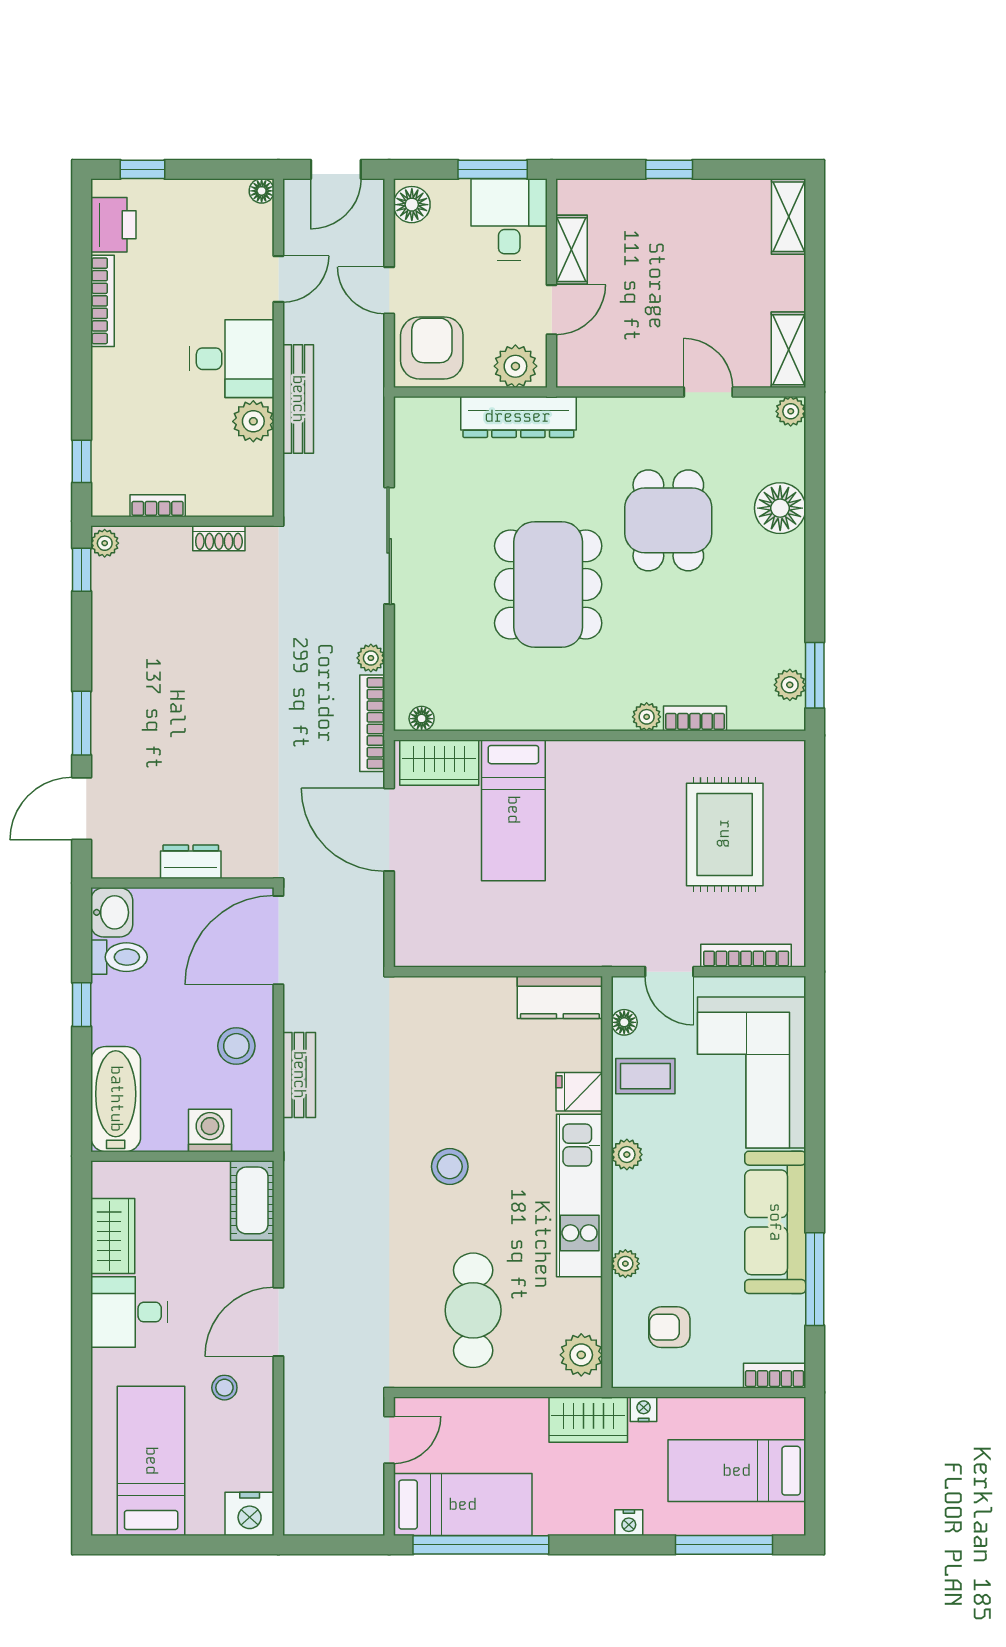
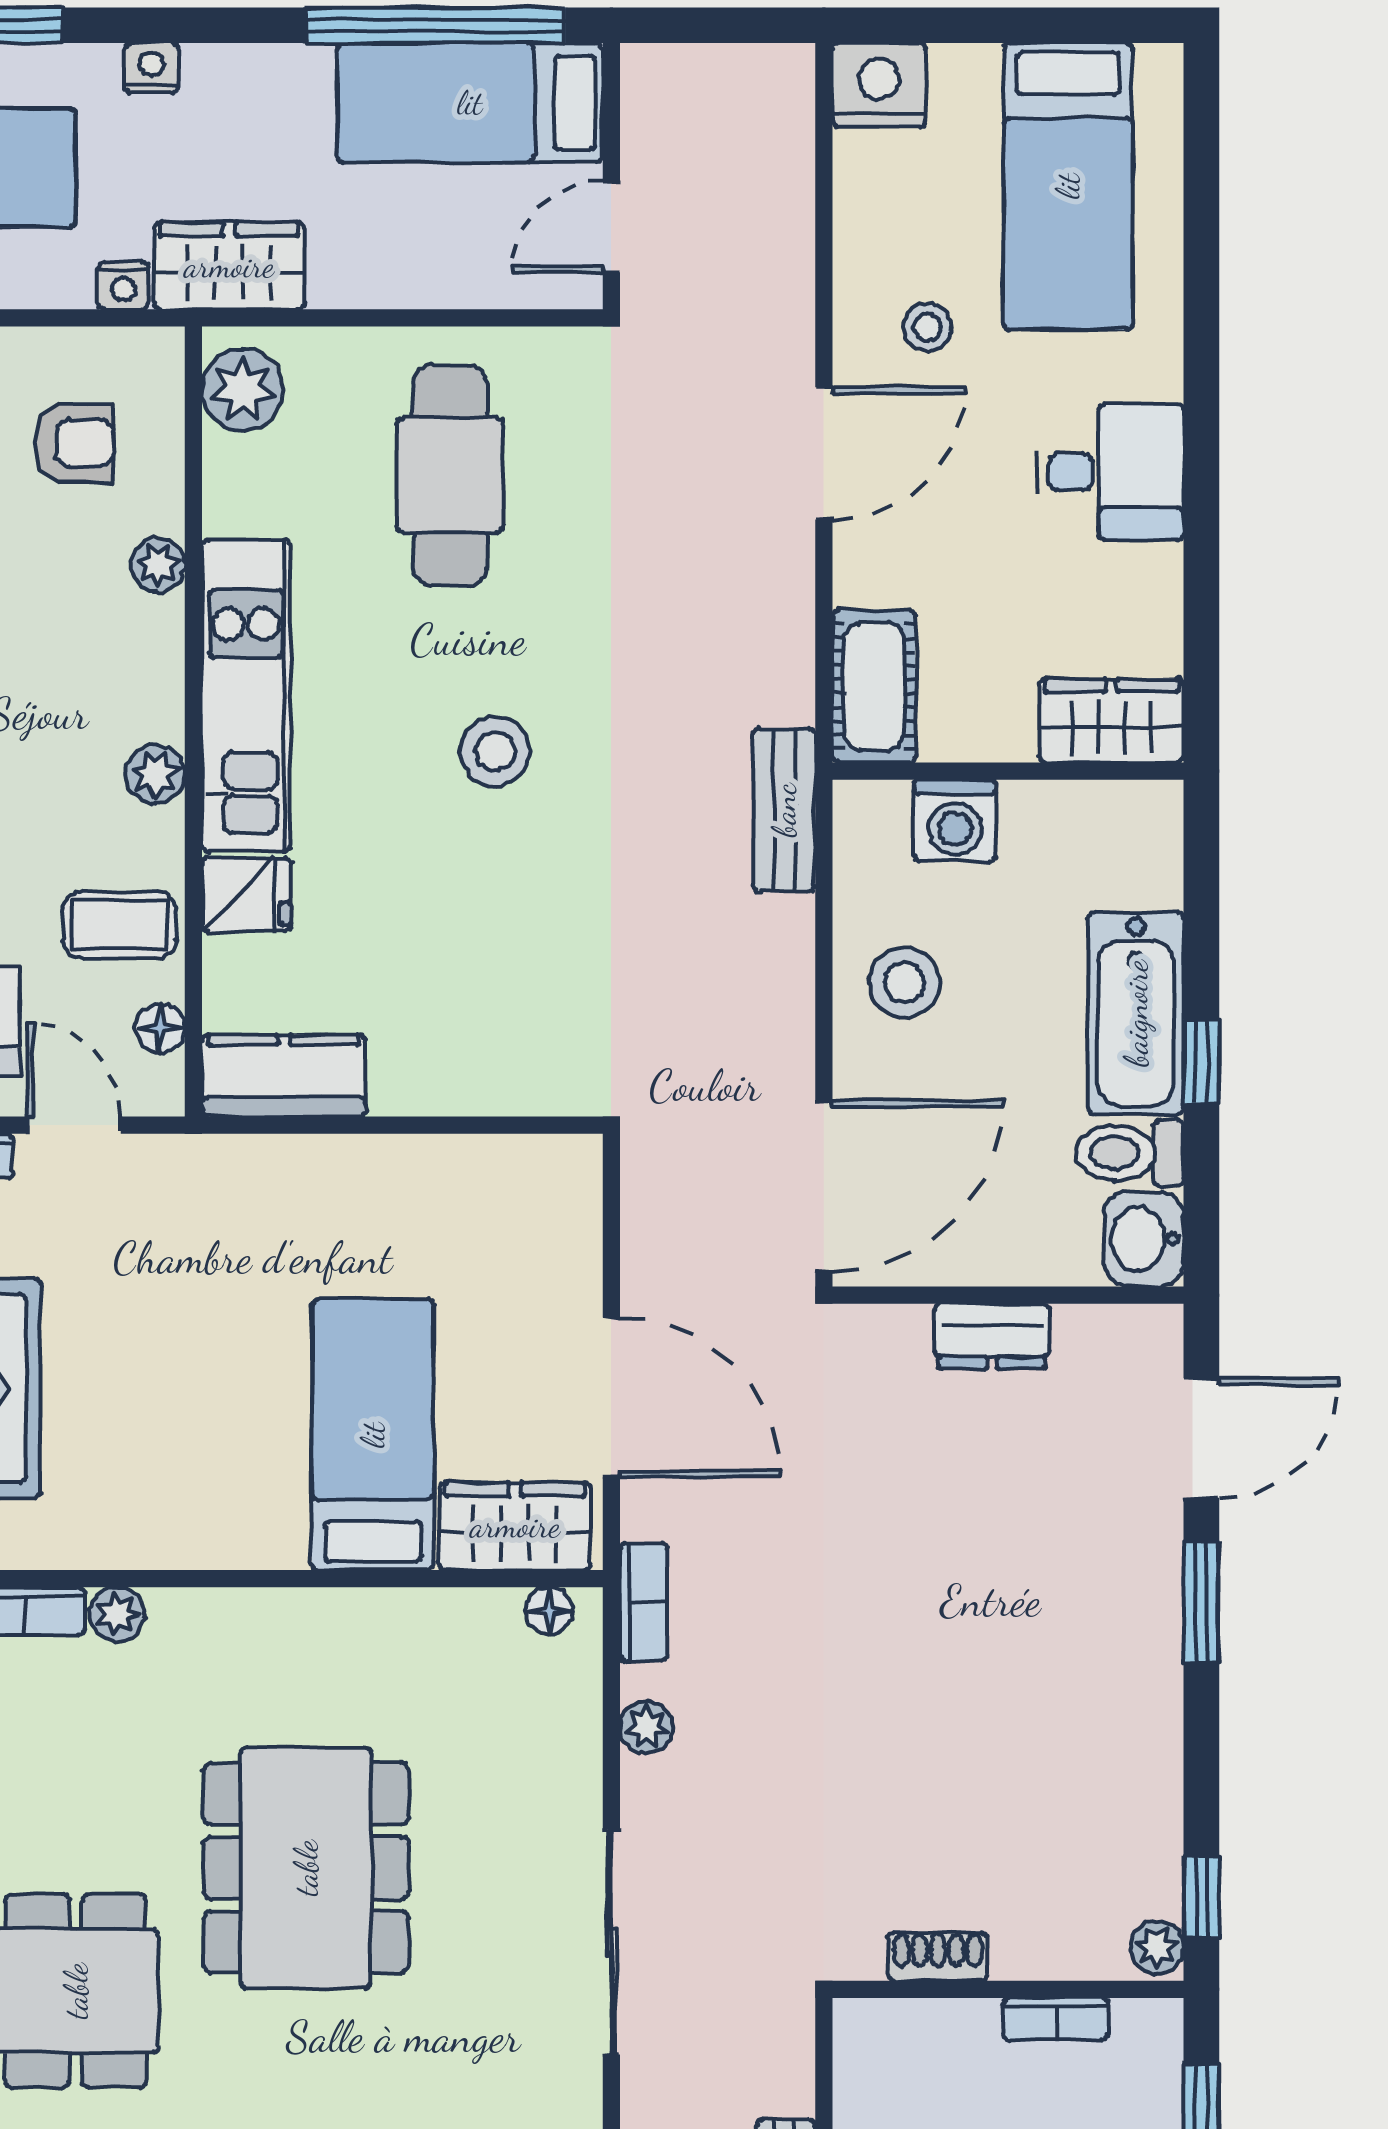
bookcase: (372, 723) -> (644, 1602), width x0.64
bench: (299, 1075) -> (784, 810), moved
bathtub: (116, 1099) -> (1136, 1013), moved
wardrobe: (113, 1236) -> (1111, 721), moved, turned 90

